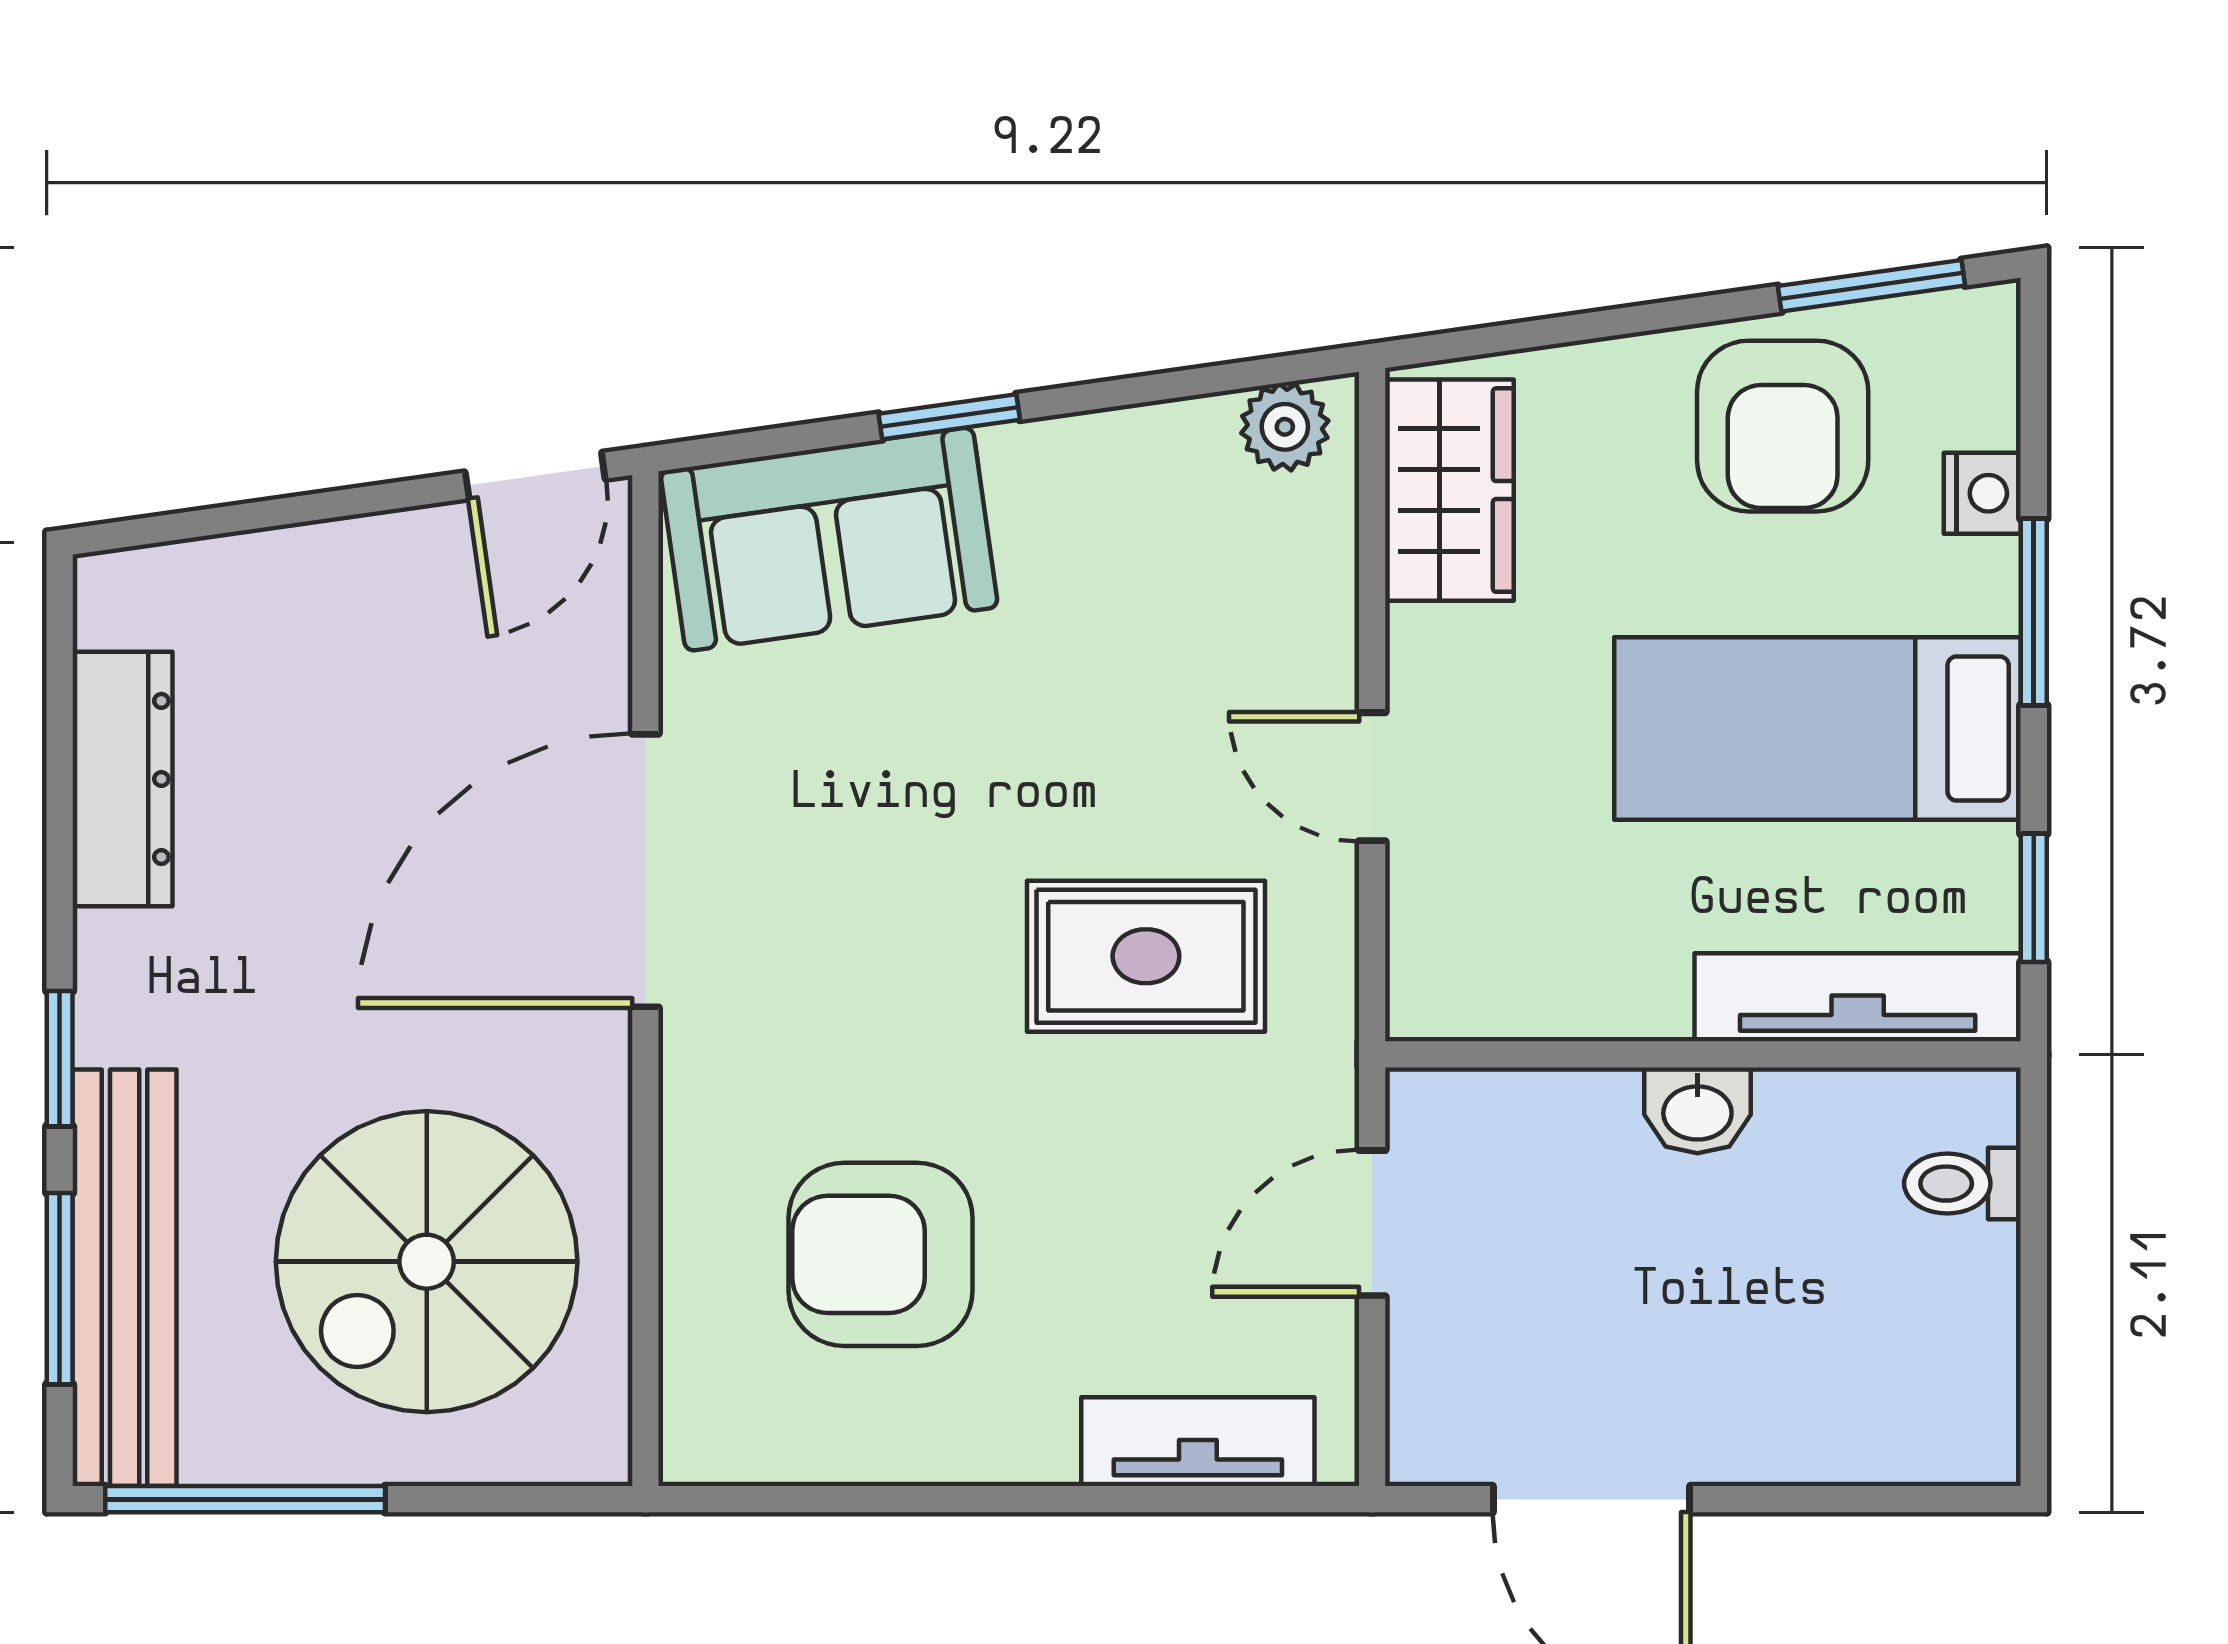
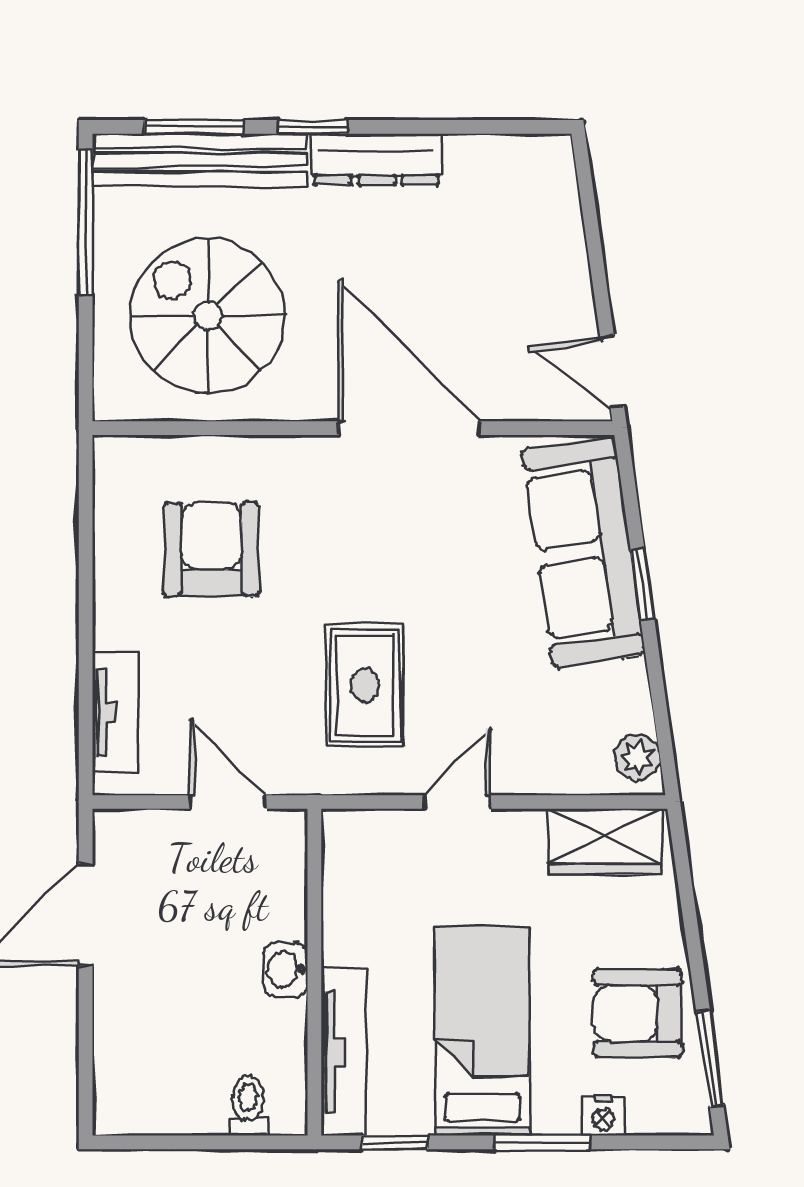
sofa: (829, 539) -> (584, 552), width x1.36
dresser: (123, 779) -> (377, 159), moved

